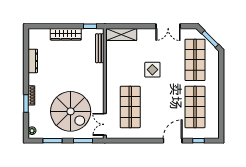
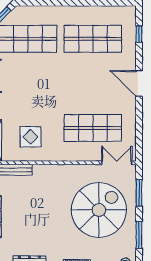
display table: (152, 70) -> (31, 137), moved
double door: (105, 124) -> (117, 163), swing flipped
door: (173, 141) -> (139, 83), moved

